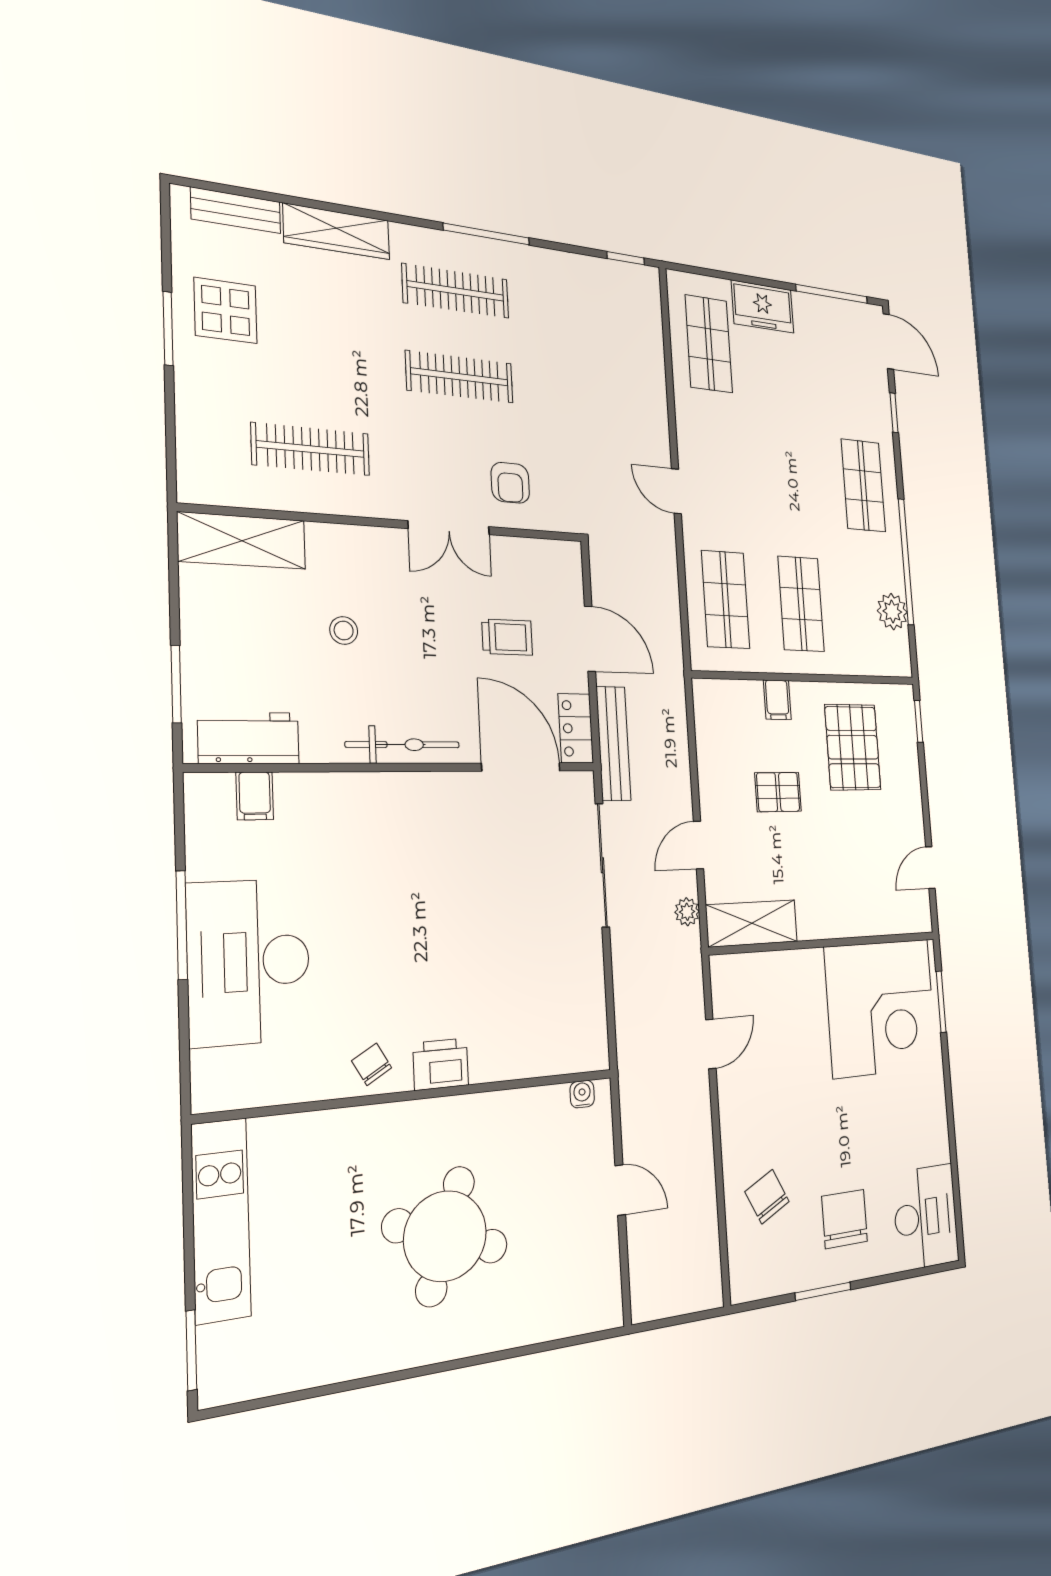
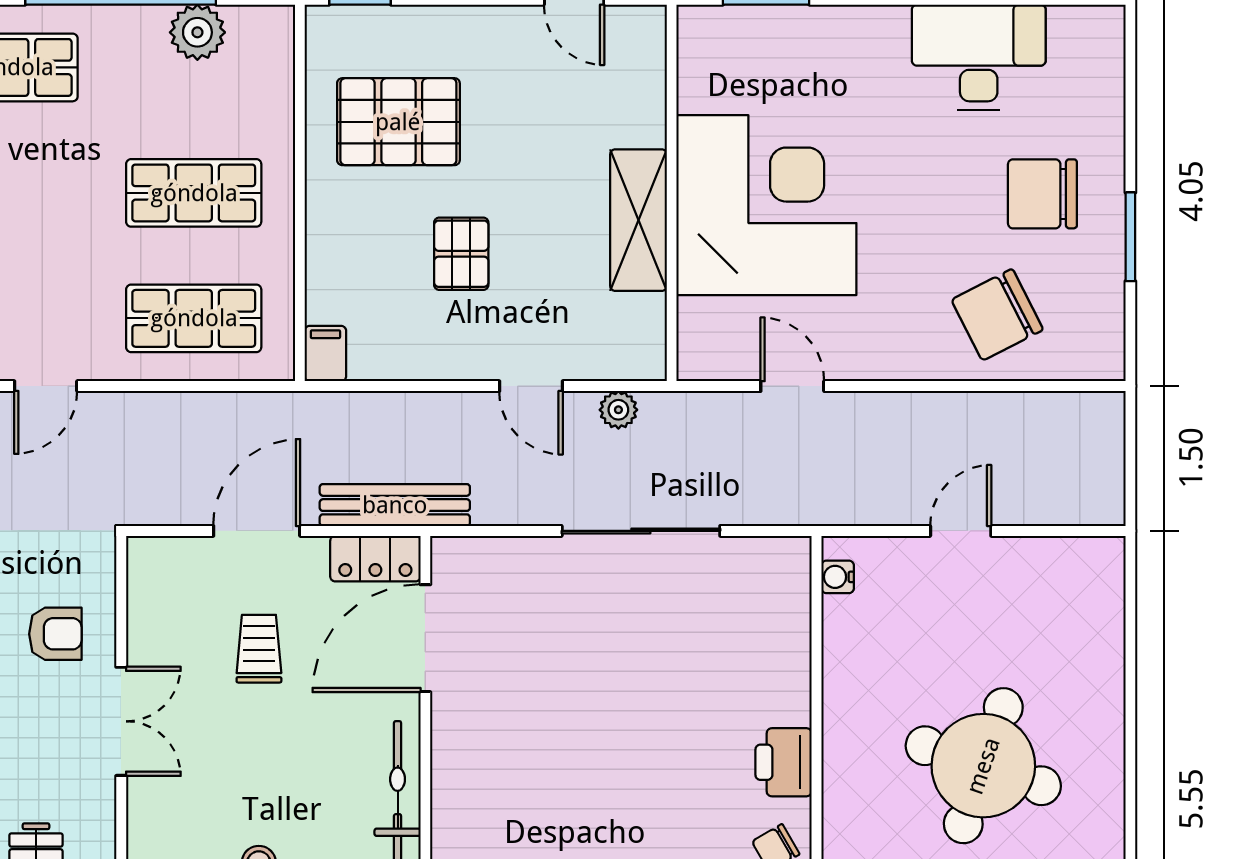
filing cabinet: (777, 700) -> (325, 354), moved, turned -90
sliding door: (602, 865) -> (641, 531), moved
shelving: (752, 923) -> (639, 220), moved
corner desk: (881, 1008) -> (766, 205), moved
chair: (767, 1197) -> (997, 315), width x1.37, depth x1.37
desk: (926, 1217) -> (979, 57), moved

